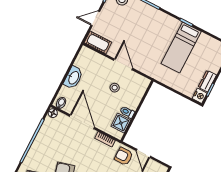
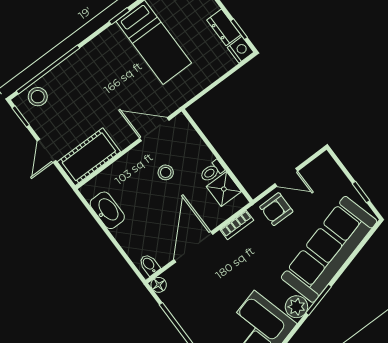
cot: (98, 42) -> (89, 157), width x1.37, depth x1.34
door: (123, 64) -> (154, 129), moved
washbasin: (73, 78) -> (107, 210), moved
door: (82, 122) -> (193, 247), hinge flipped

